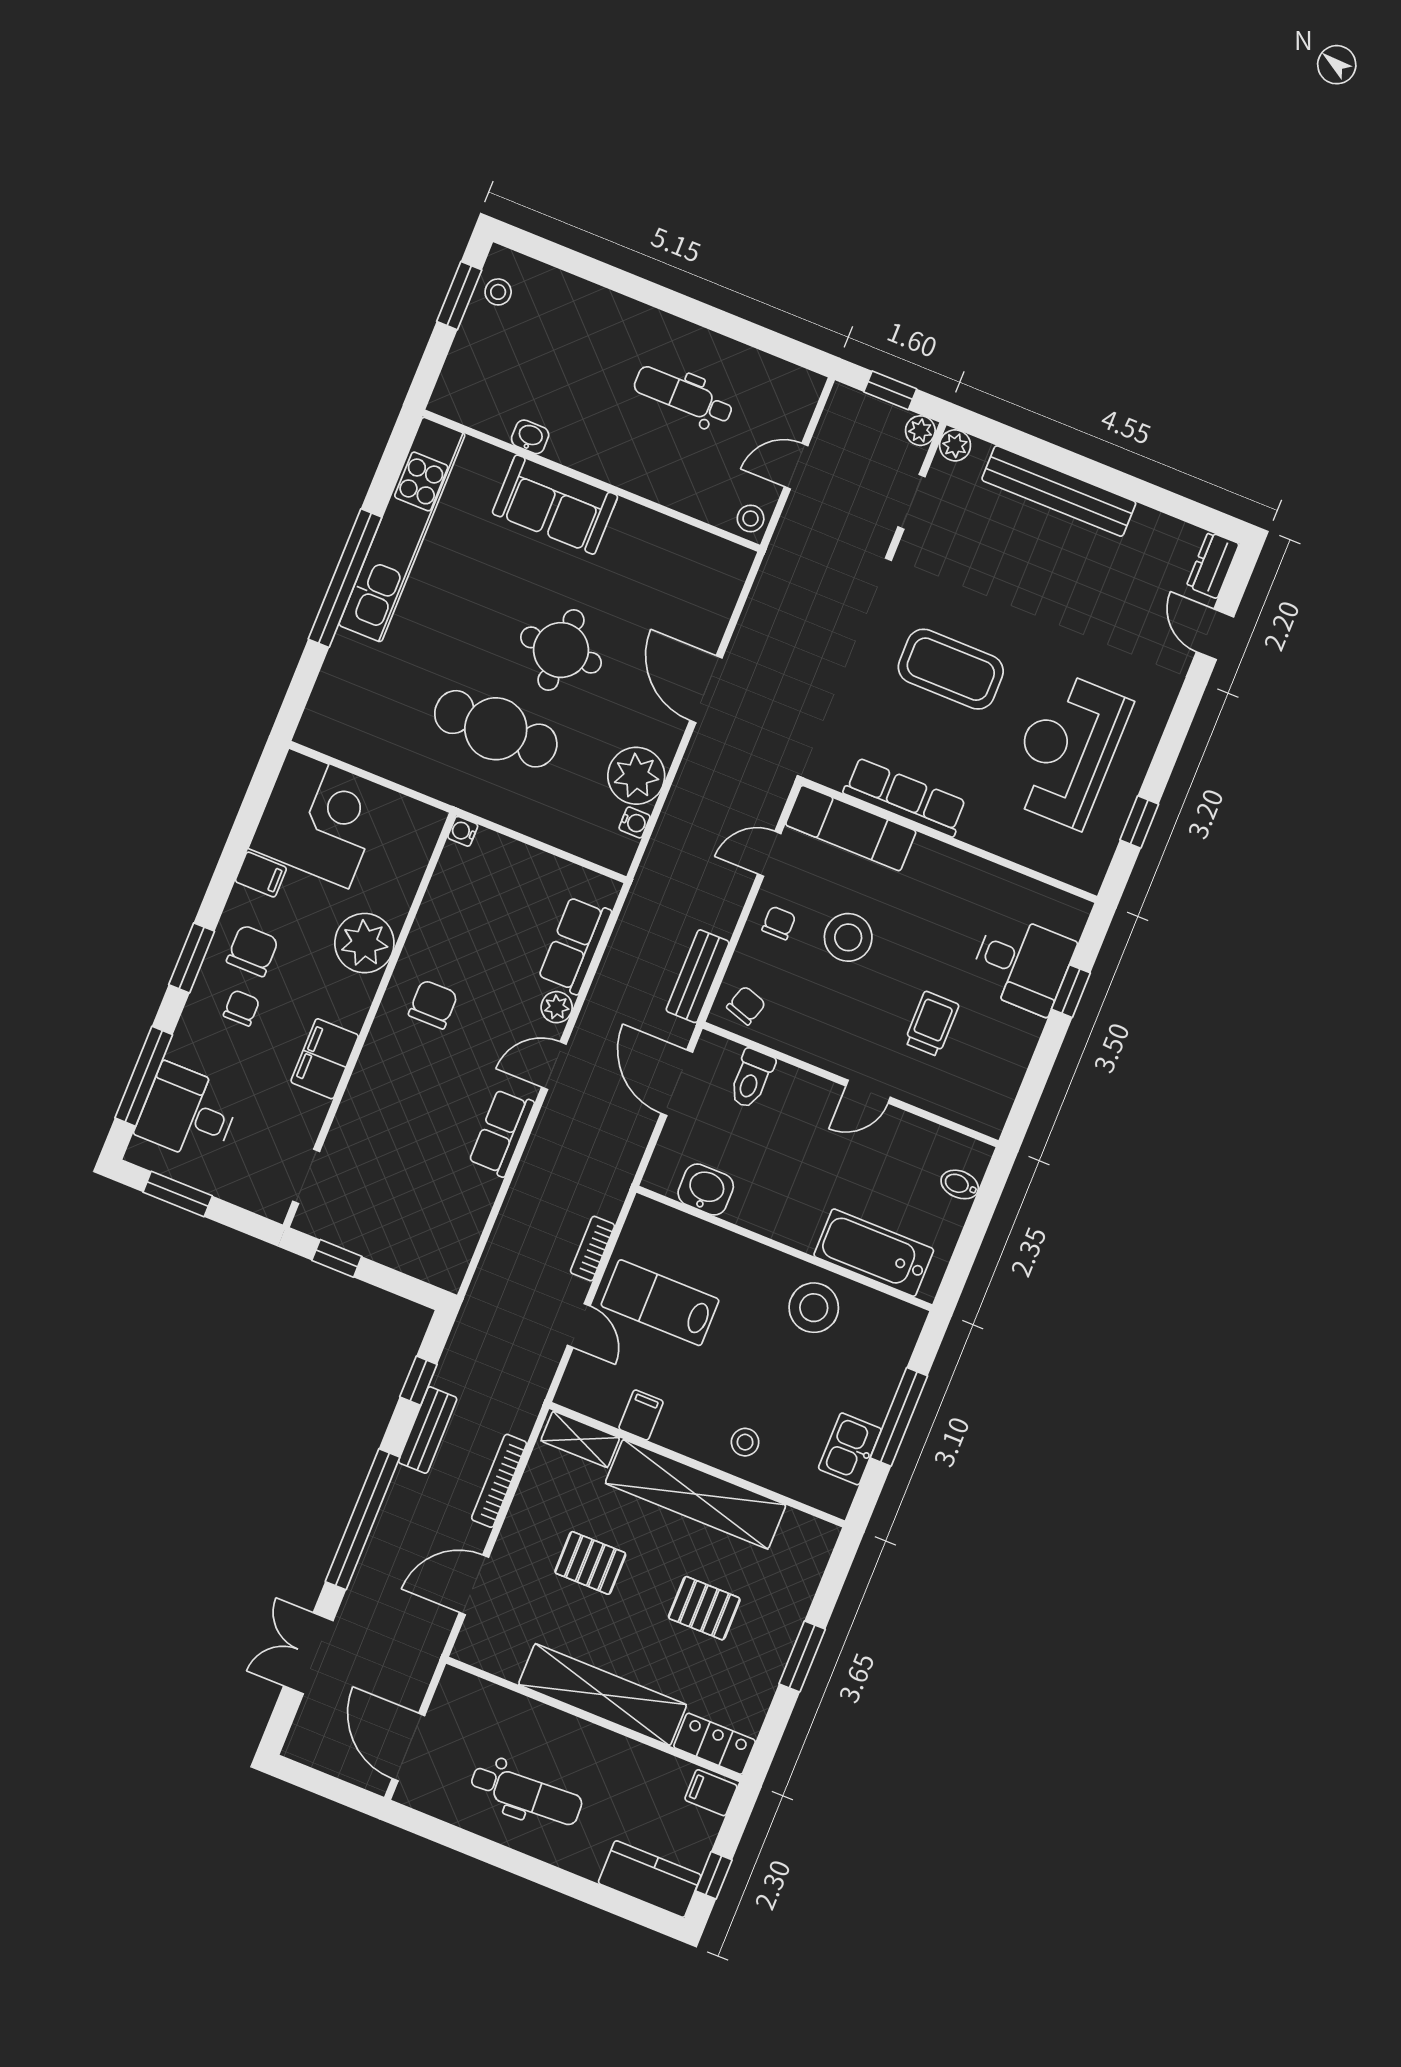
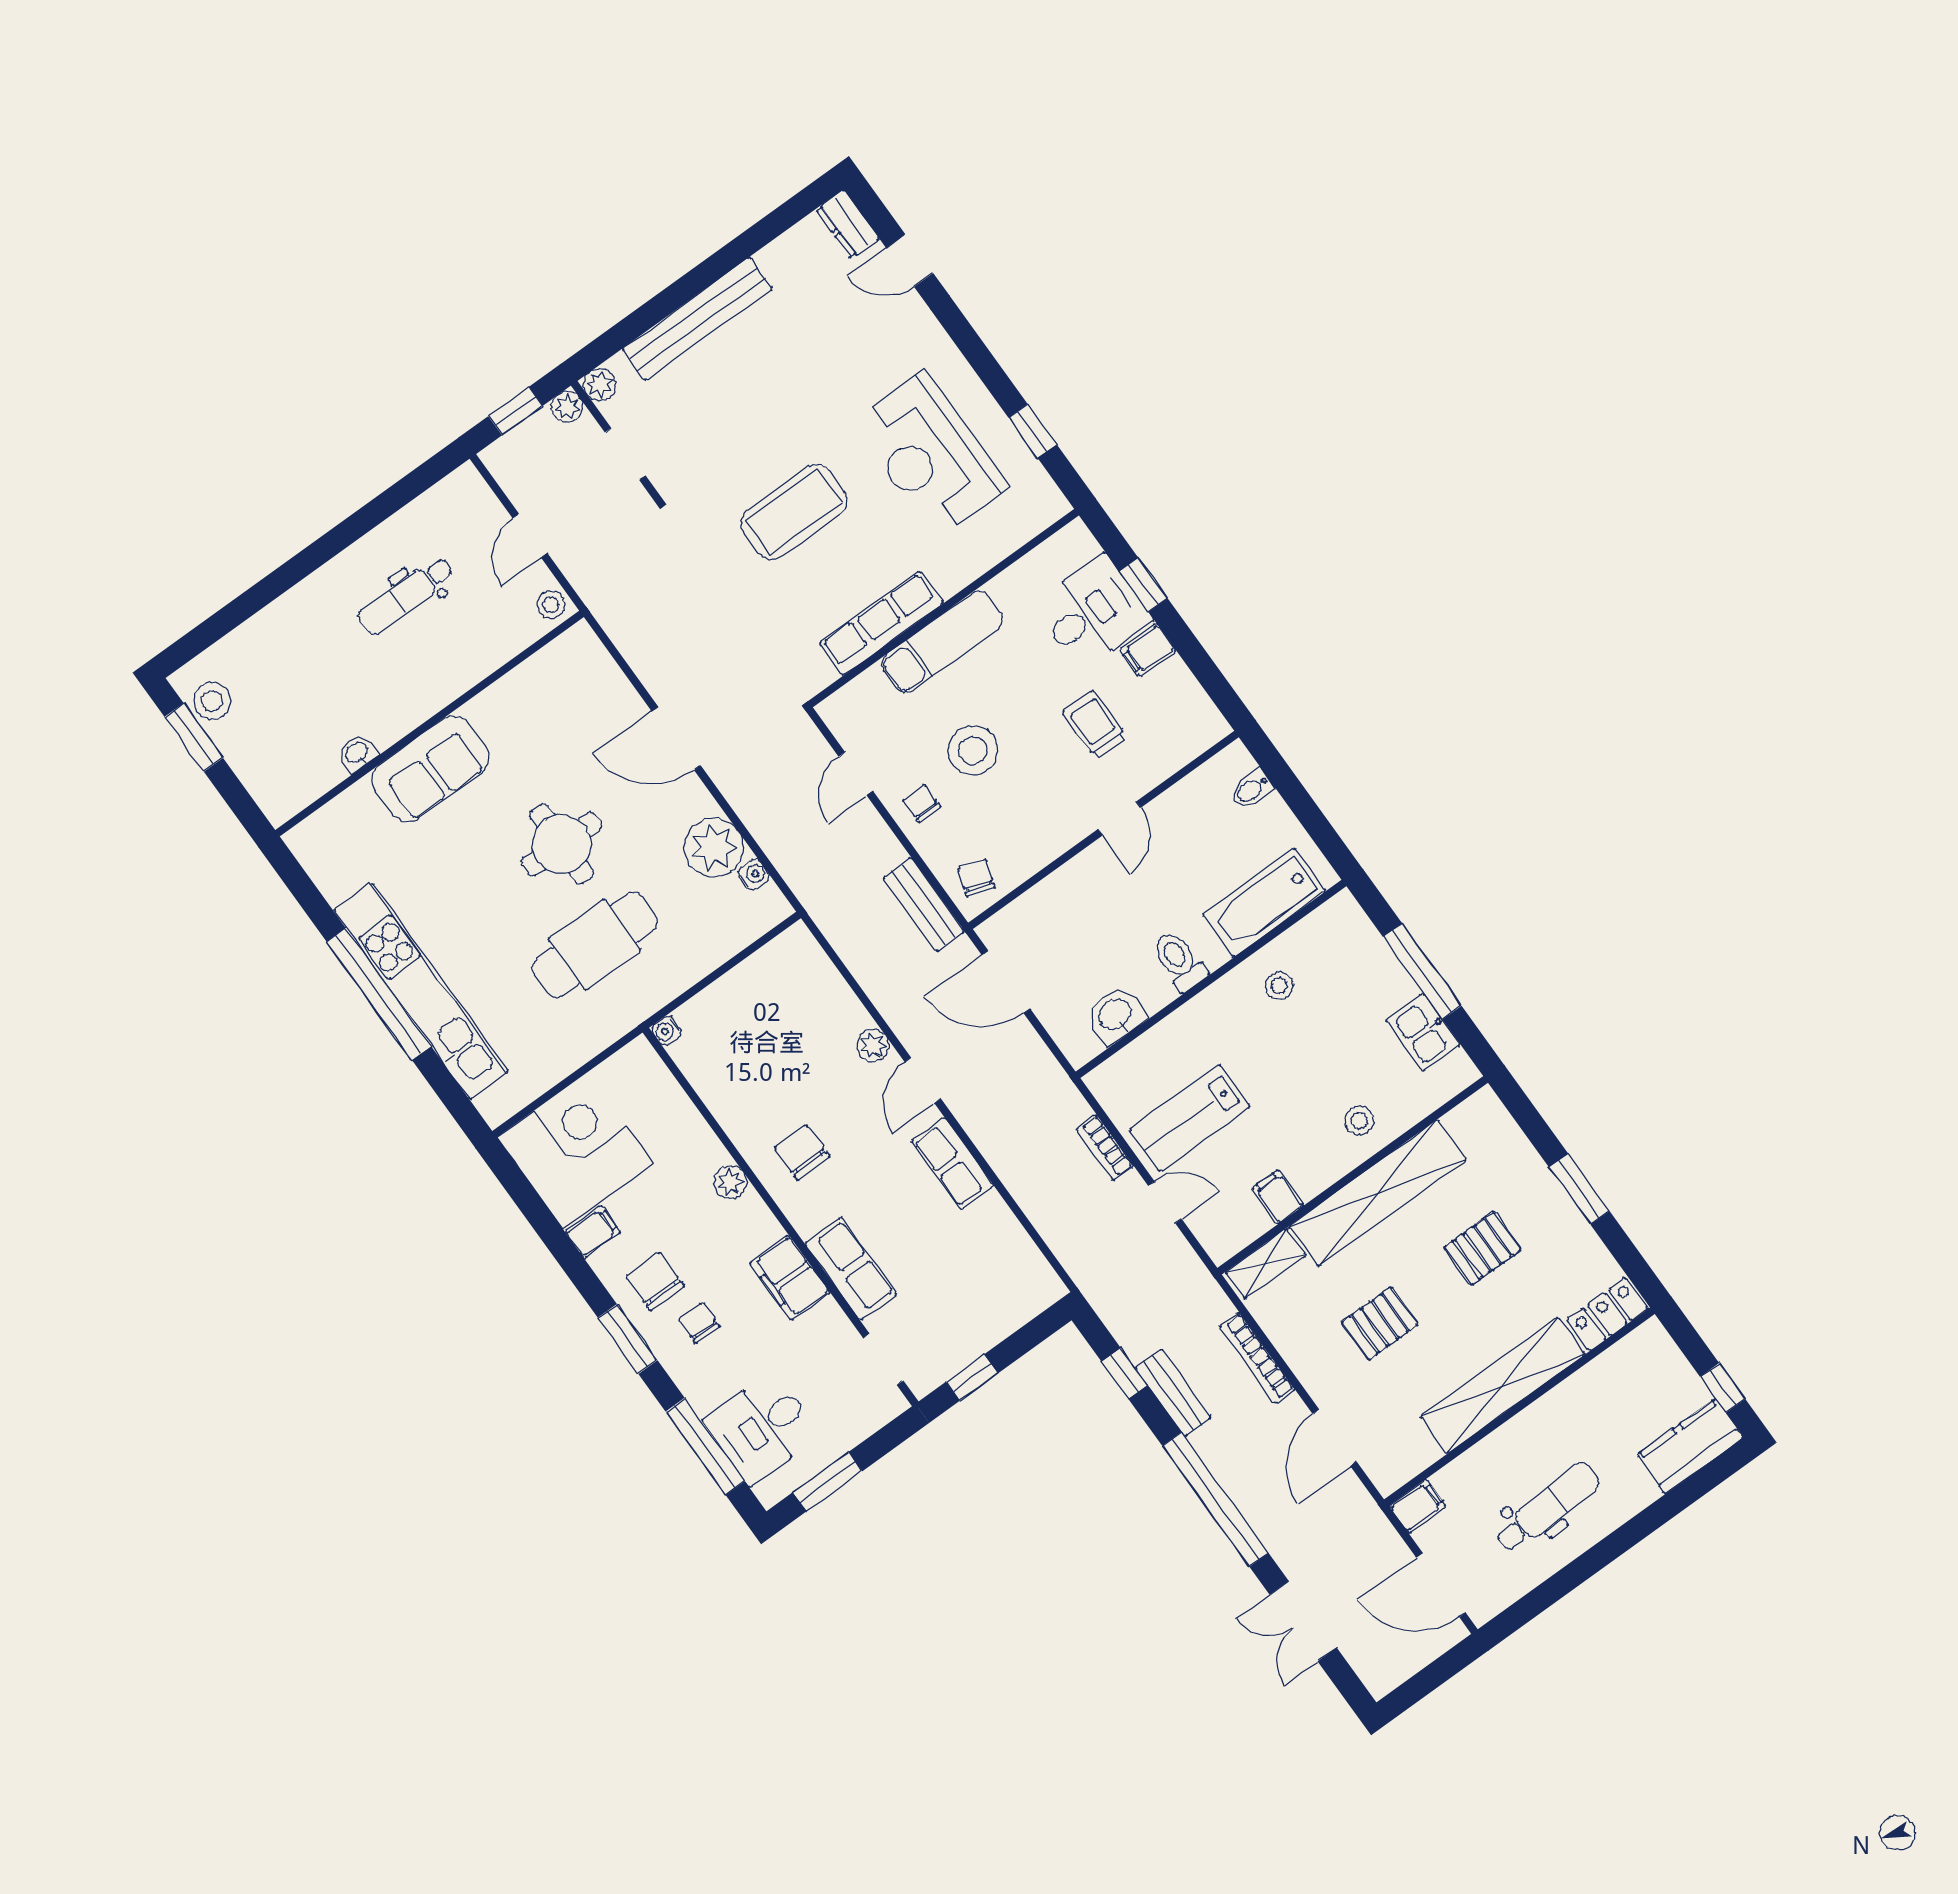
stool: (498, 292) -> (212, 701), width x1.37, depth x1.37
kitchen unit: (402, 529) -> (421, 991), moved
exam couch: (851, 828) -> (942, 642), moved
plant: (364, 943) -> (730, 1182), width x0.53, depth x0.53
row of seats: (575, 945) -> (851, 1269), moved, turned 180
filing cabinet: (1020, 1028) -> (1148, 650), added
toilet: (751, 1079) -> (1179, 961), moved, turned 180
stool: (814, 1308) -> (1279, 986), width x0.53, depth x0.53
filing cabinet: (711, 1793) -> (1417, 1506), moved, turned 180

